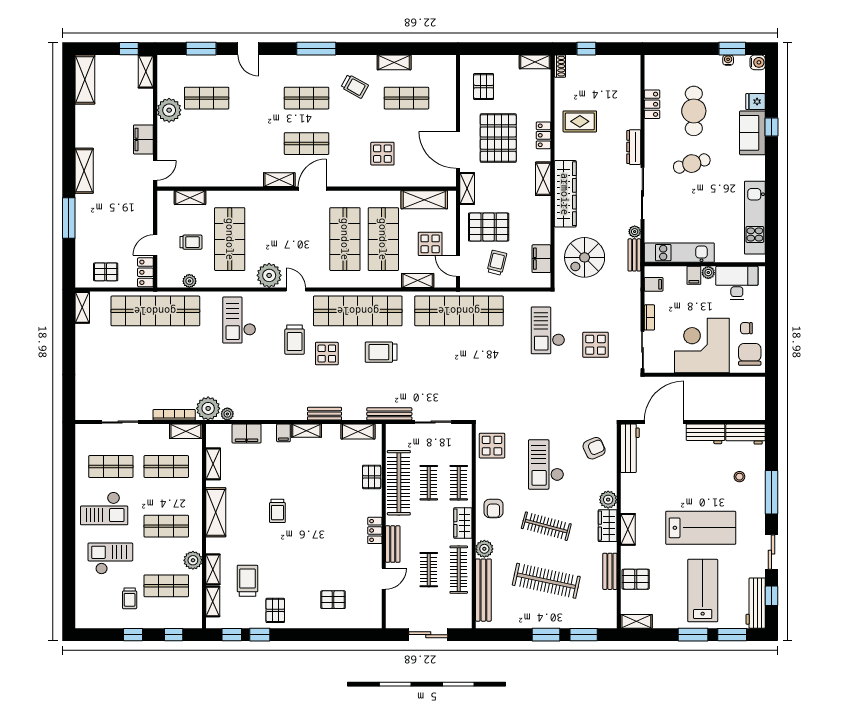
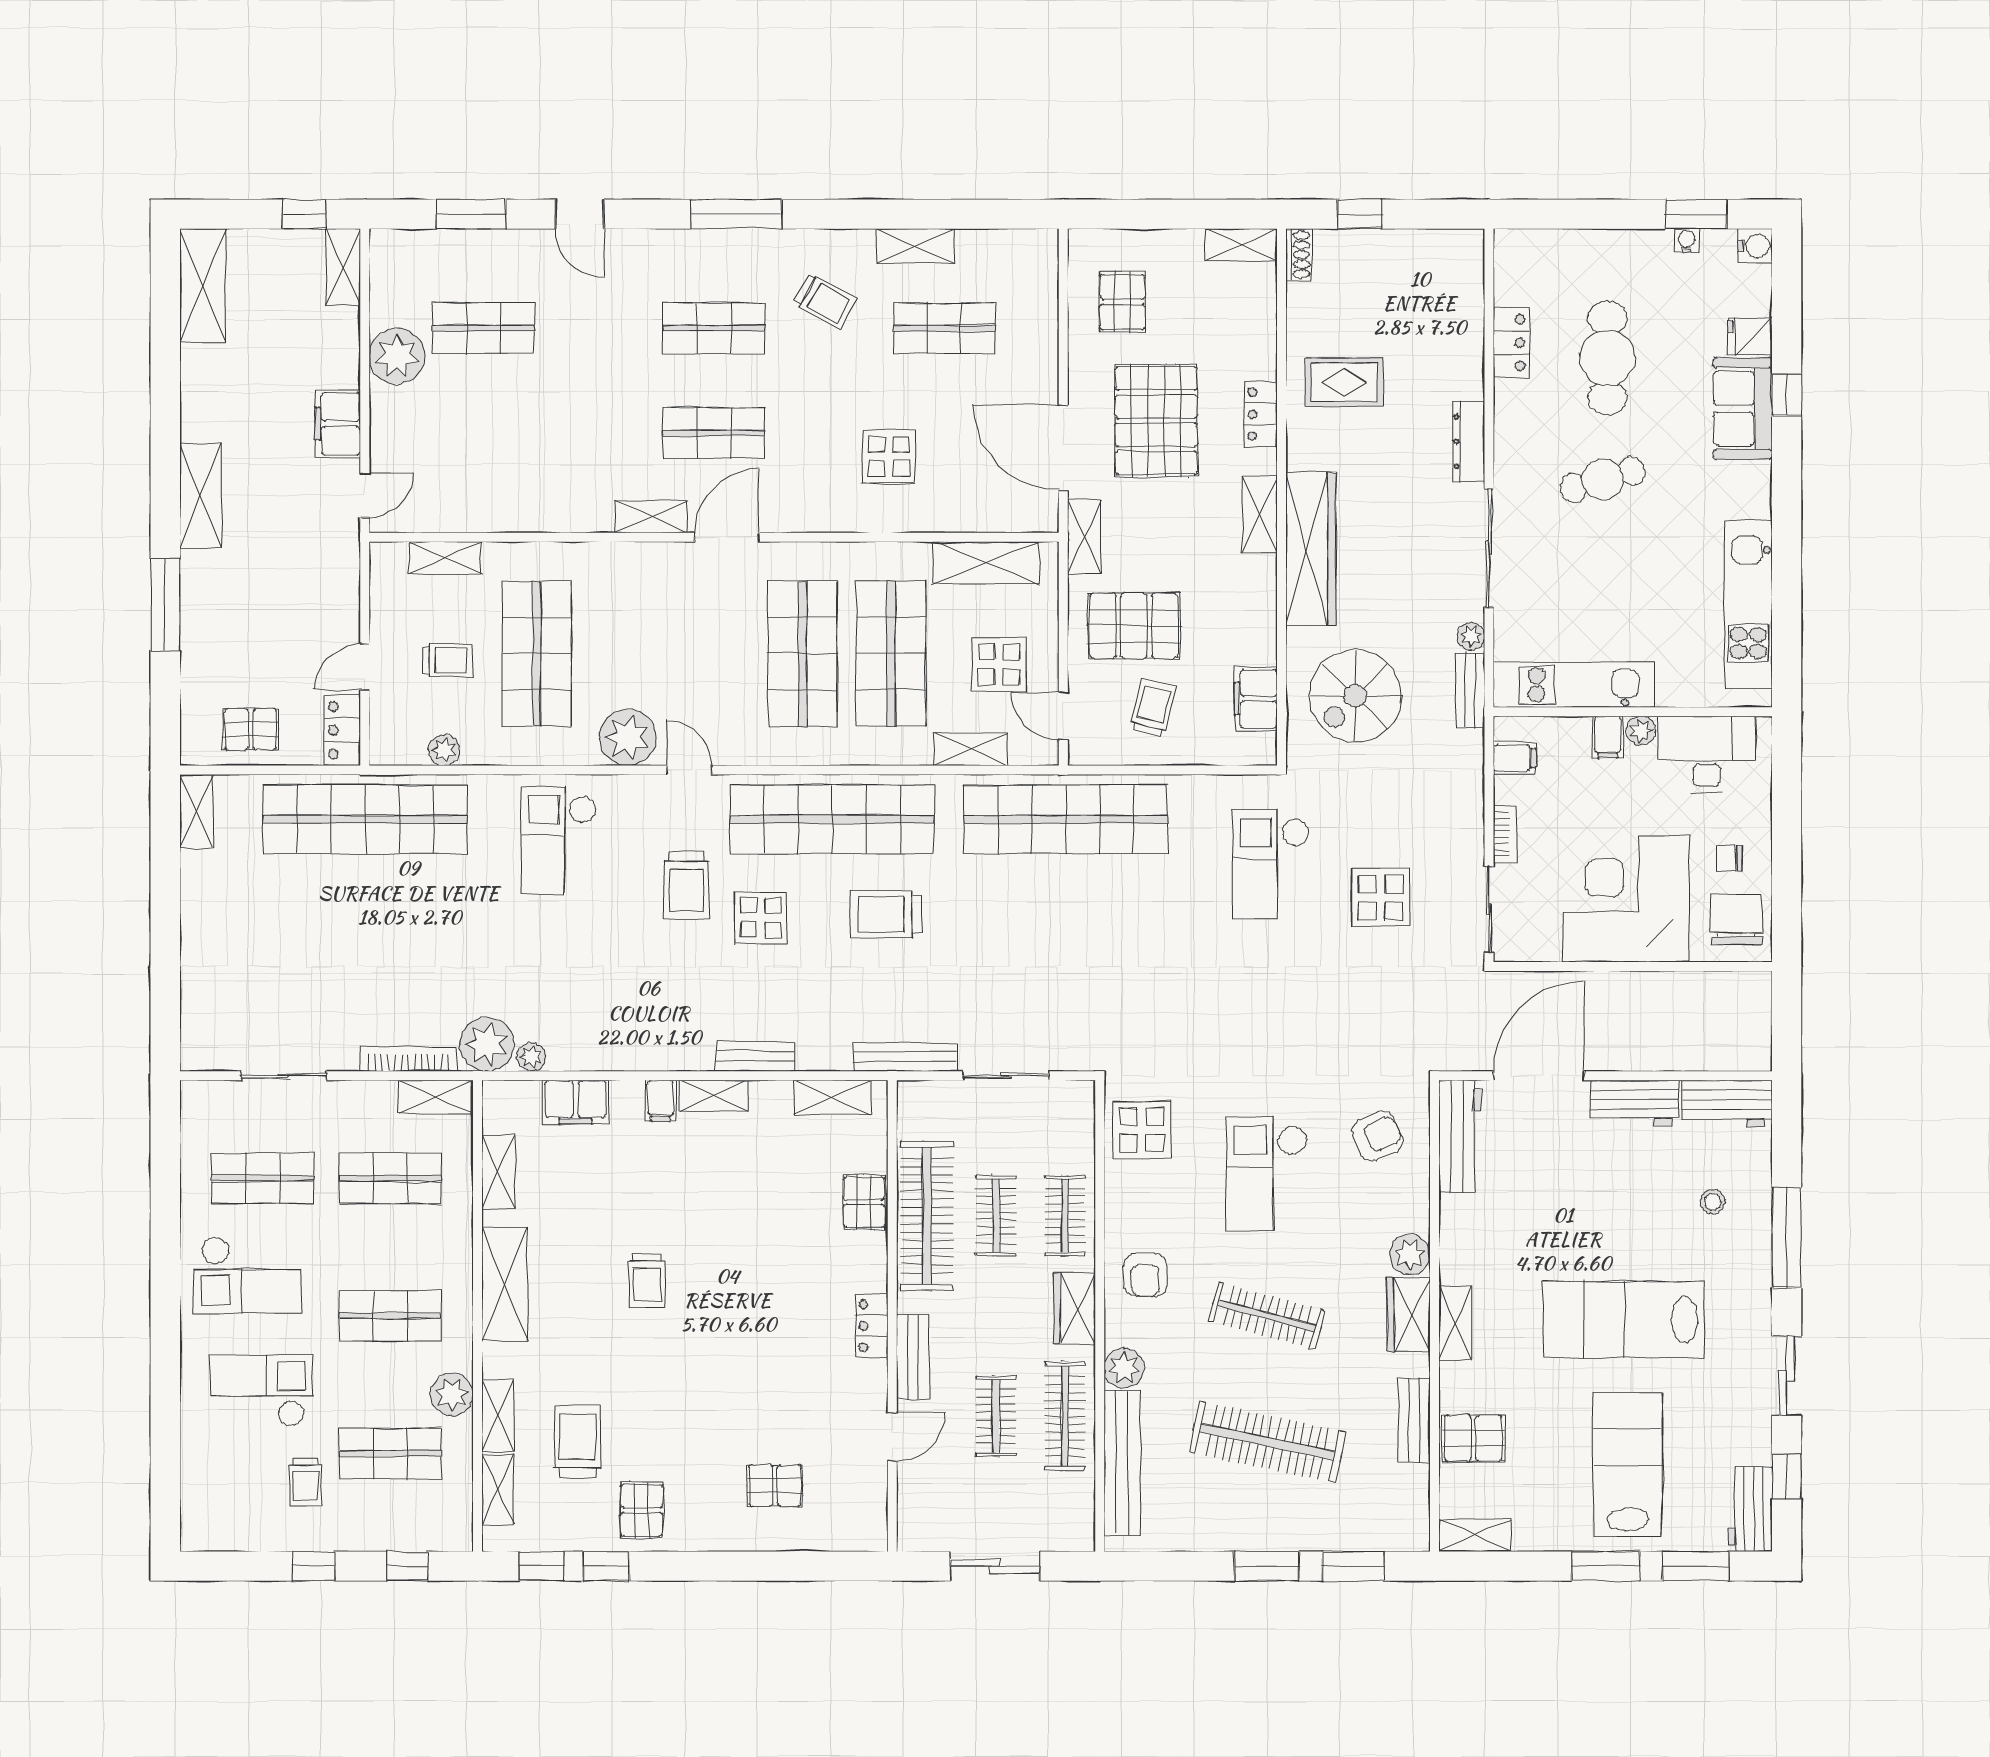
lab bench: (701, 528) -> (1623, 1320), turned 180
workbench: (756, 603) -> (1750, 1509), width x0.73

